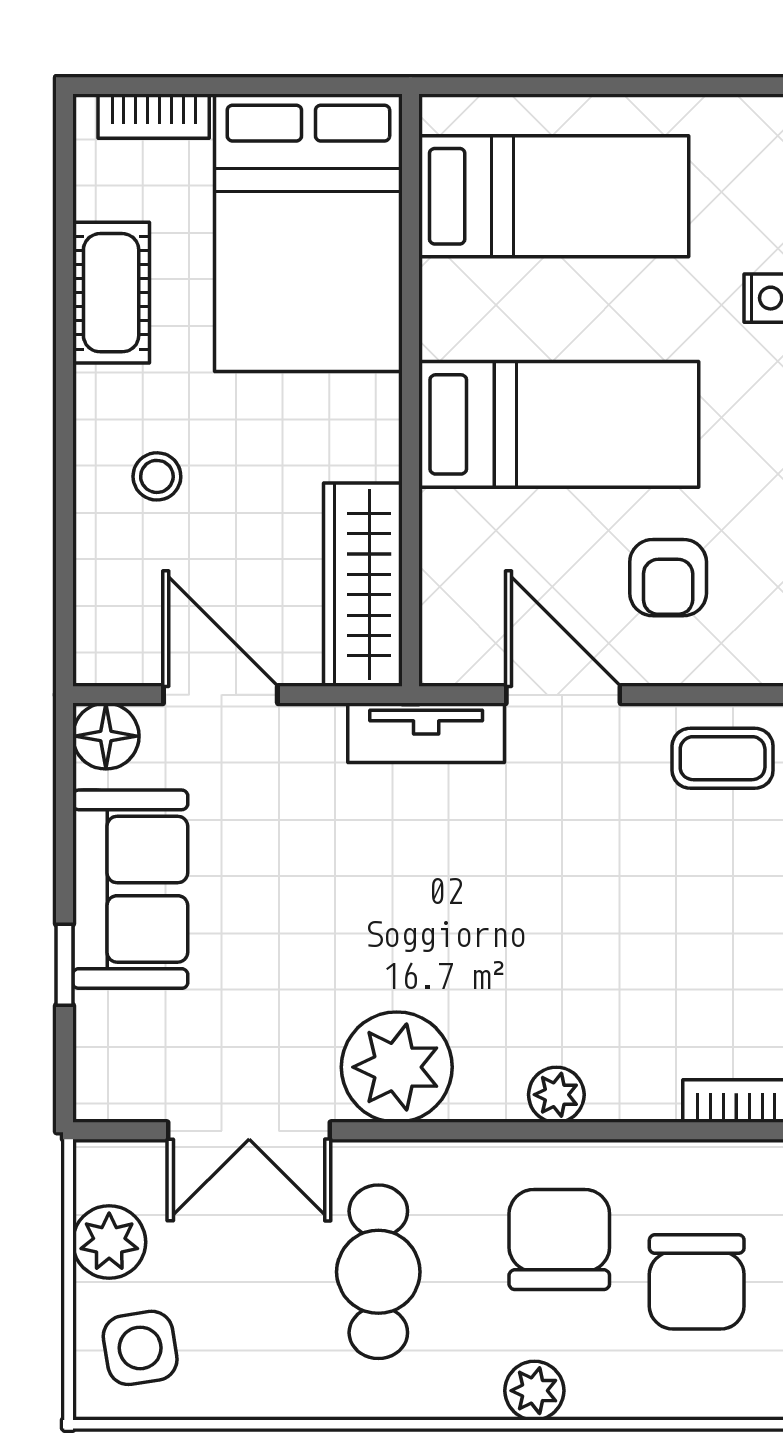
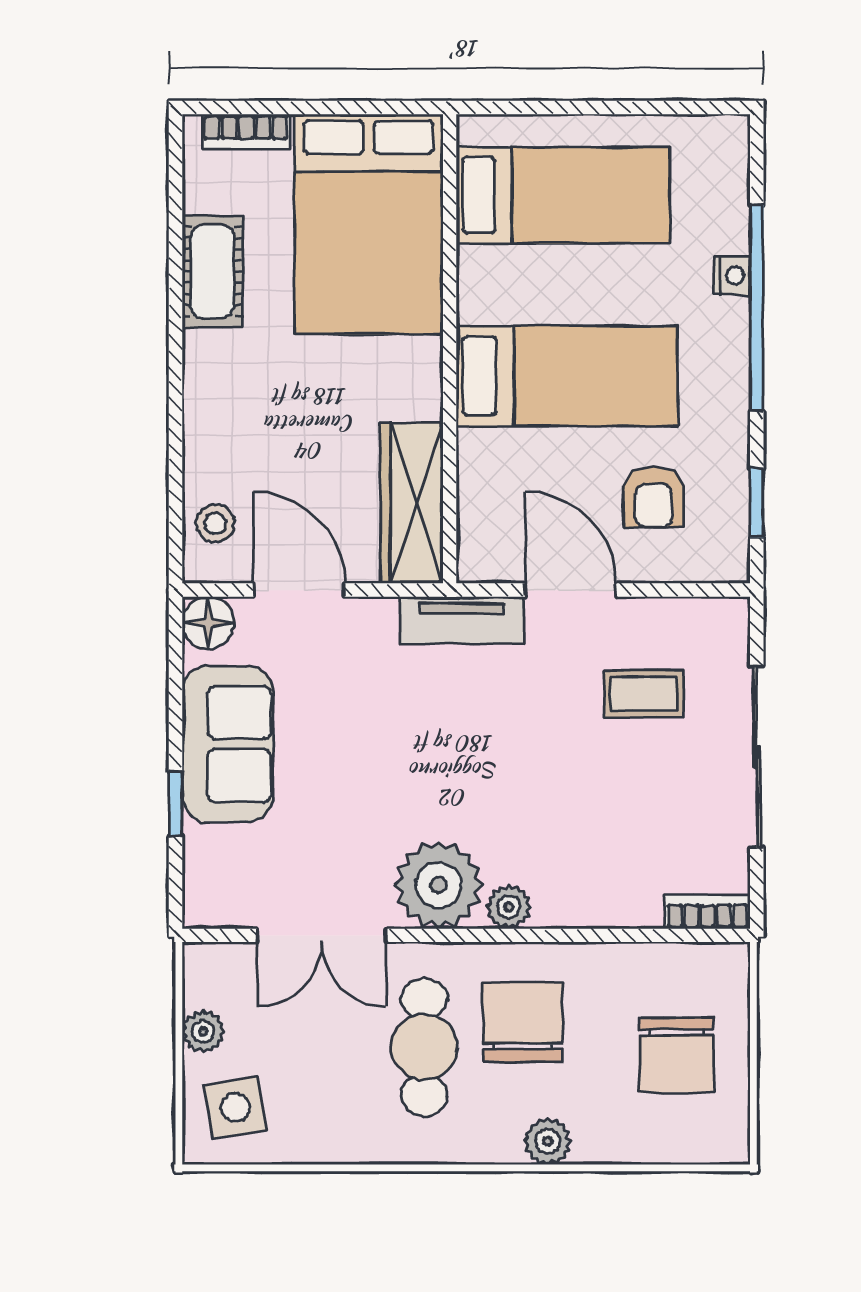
stool: (157, 476) -> (215, 523), moved
coffee table: (723, 758) -> (644, 694), moved
plant: (556, 1095) -> (509, 907), moved
chair: (559, 1240) -> (523, 1022), moved
plant: (109, 1242) -> (203, 1031), width x0.73, depth x0.73

